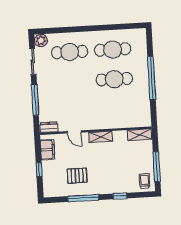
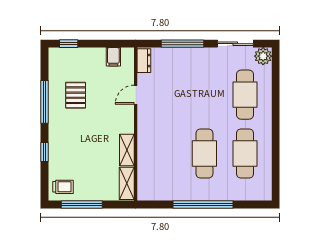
shelving: (100, 137) -> (127, 150), moved
filing cabinet: (48, 150) -> (113, 57), width x0.50
window: (39, 170) -> (69, 44), moved

